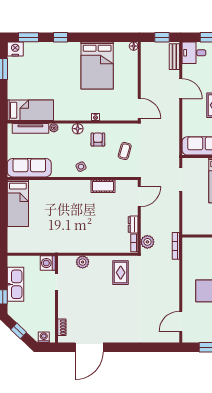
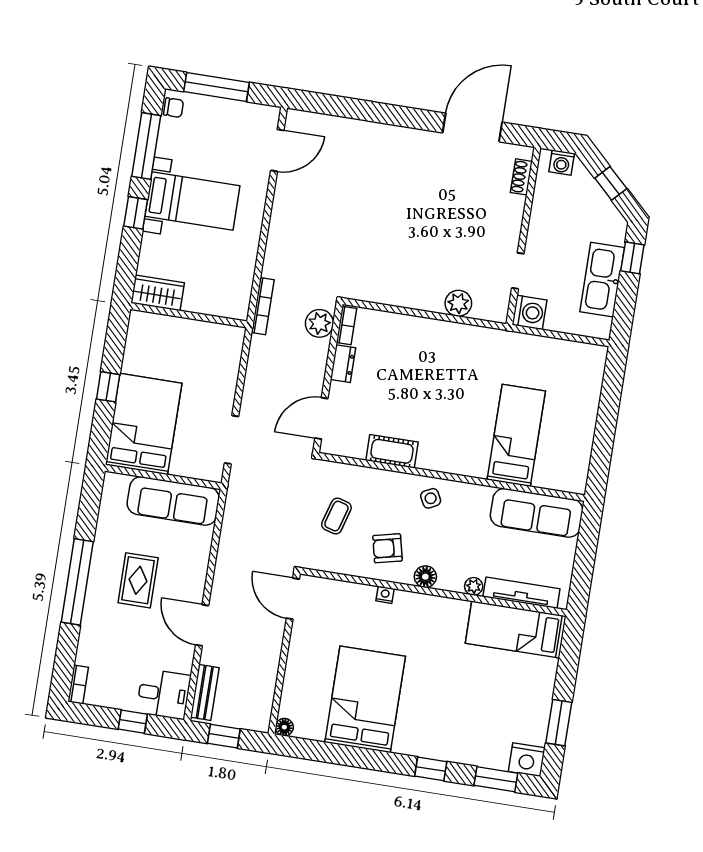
armchair: (98, 139) -> (387, 548), turned 77
bed: (18, 203) -> (516, 435), moved
rug: (121, 273) -> (384, 269), removed

